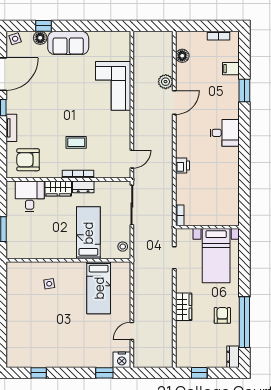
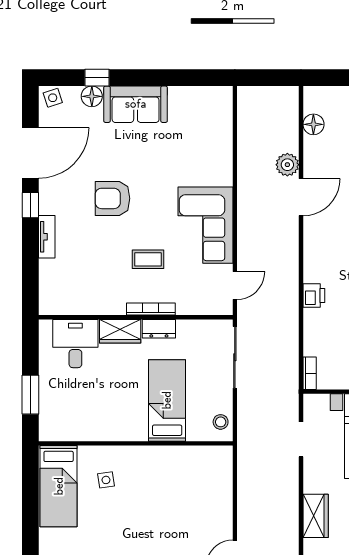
corner sofa: (113, 86) -> (205, 225), moved
armchair: (28, 160) -> (113, 198), moved
bed: (99, 288) -> (59, 486), moved

